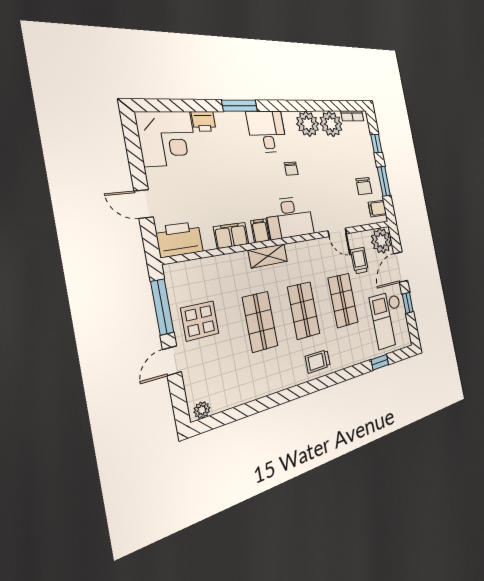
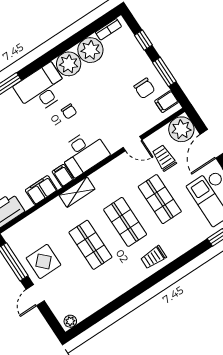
desk: (267, 132) -> (42, 89), width x1.37

